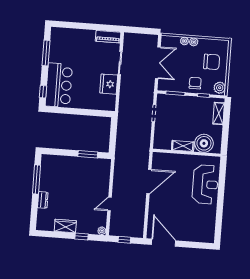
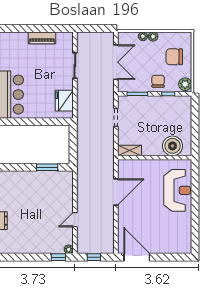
piano: (108, 37) -> (42, 38), moved
chair: (212, 62) -> (174, 57), turned 180
fridge: (109, 84) -> (64, 101), moved
shelving: (219, 113) -> (186, 112), removed
shelving: (183, 146) -> (129, 150), moved
wardrobe: (65, 226) -> (29, 247), removed
window: (82, 236) -> (58, 257), moved

